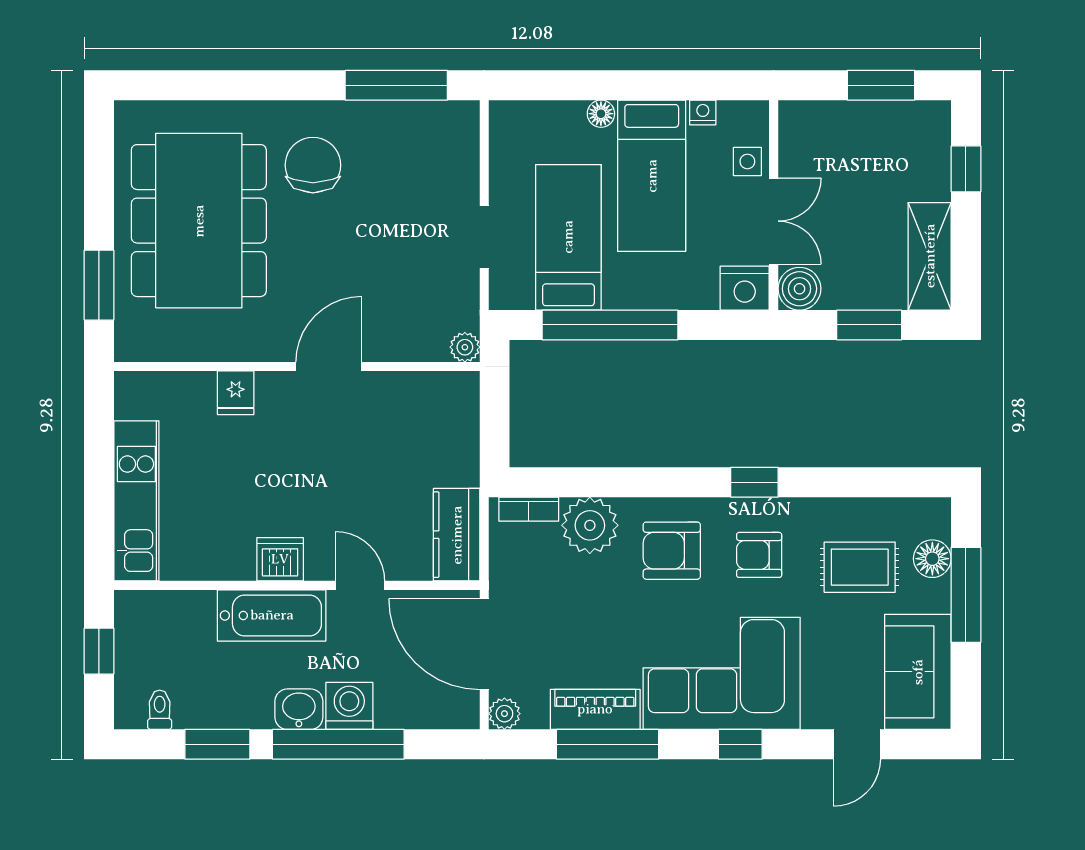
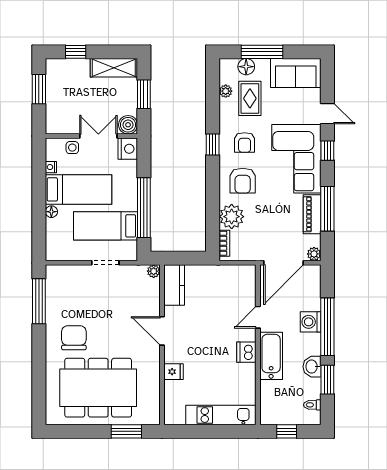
chair: (313, 165) -> (74, 338), turned 90
plant: (876, 512) -> (226, 91), added
kitchen counter: (457, 535) -> (174, 285), moved, turned -90
washbasin: (299, 709) -> (312, 367), moved
door: (857, 744) -> (327, 114), moved

